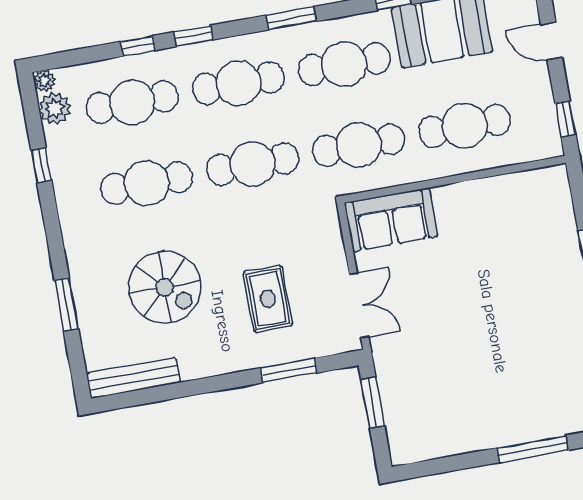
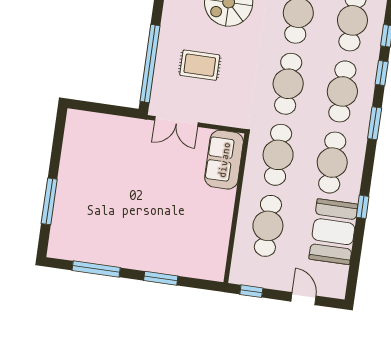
window: (291, 18) -> (375, 123), moved
door: (551, 41) -> (304, 299), hinge flipped
window: (289, 370) -> (150, 64), width x2.11
window: (373, 403) -> (112, 110), removed

